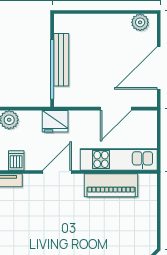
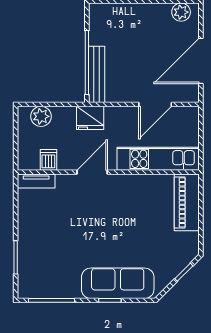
bench: (61, 60) -> (97, 74), moved
piano: (111, 185) -> (187, 202), moved, turned 90

